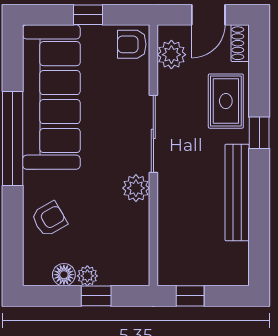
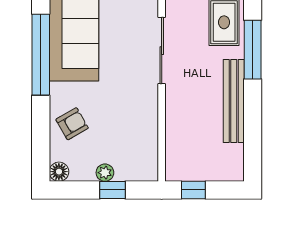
window: (259, 133) -> (253, 50), width x2.17
plant: (136, 188) -> (147, 97), removed
floor lamp: (64, 275) -> (59, 172), moved

